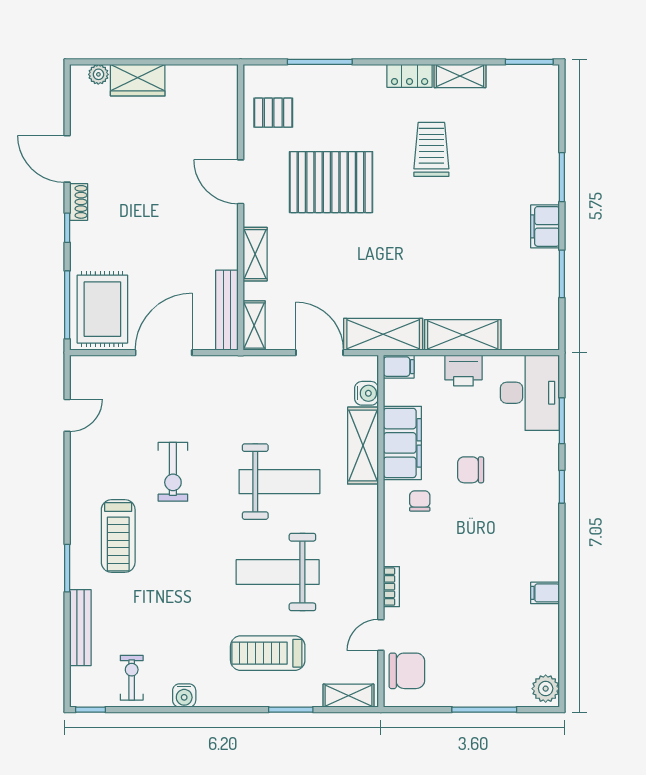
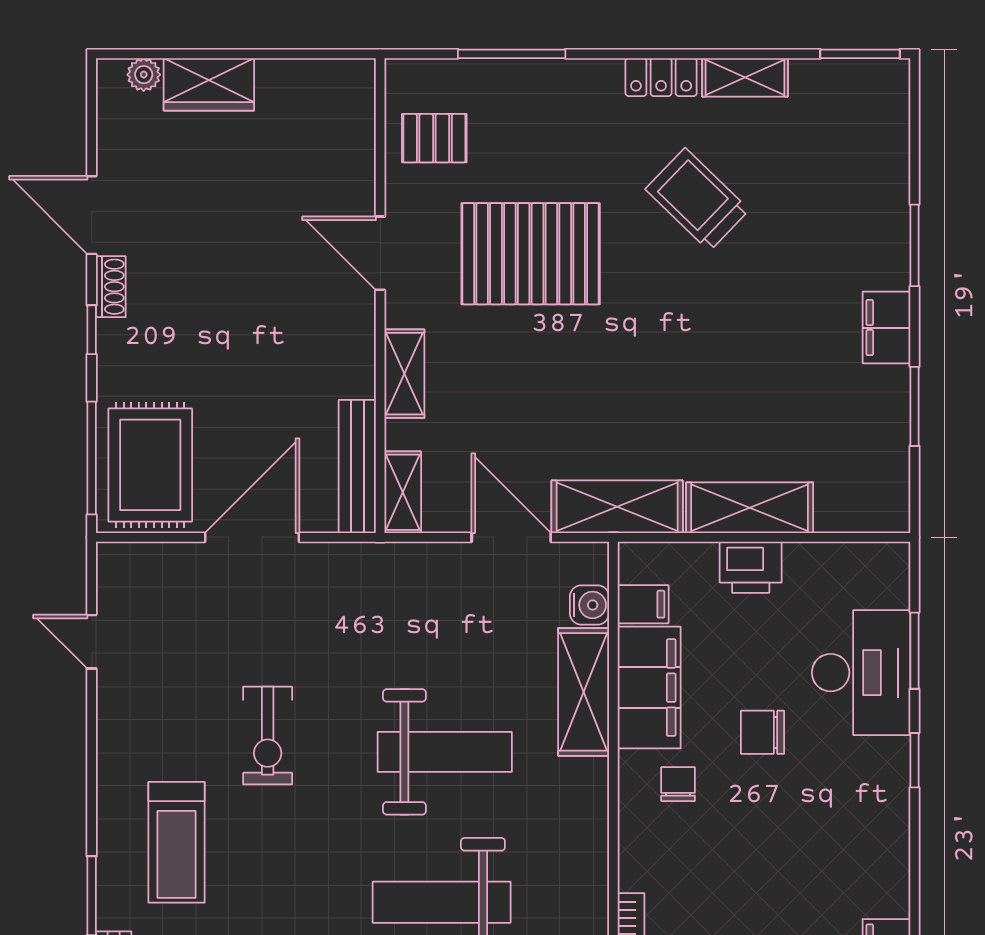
trolley: (431, 149) -> (697, 199), turned -46
filing cabinet: (399, 367) -> (643, 604), moved
desk: (530, 393) -> (861, 673), moved
door: (67, 415) -> (92, 642), swing flipped

